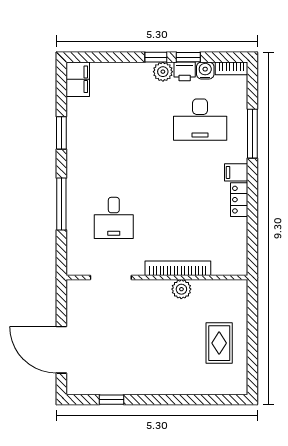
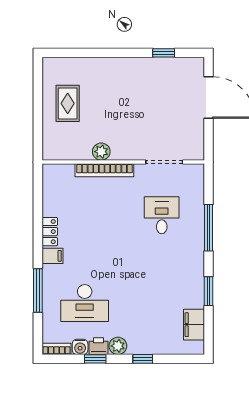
window: (156, 57) -> (143, 359), moved
filing cabinet: (78, 79) -> (194, 325), moved
desk: (200, 120) -> (85, 303), turned 180

